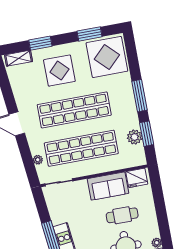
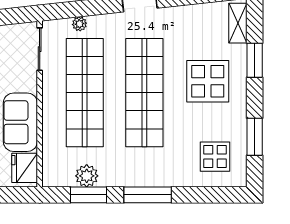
display table: (107, 57) -> (215, 157), width x0.54, depth x0.54

